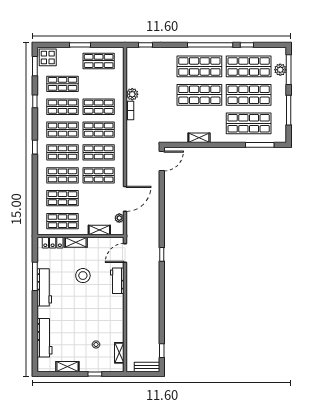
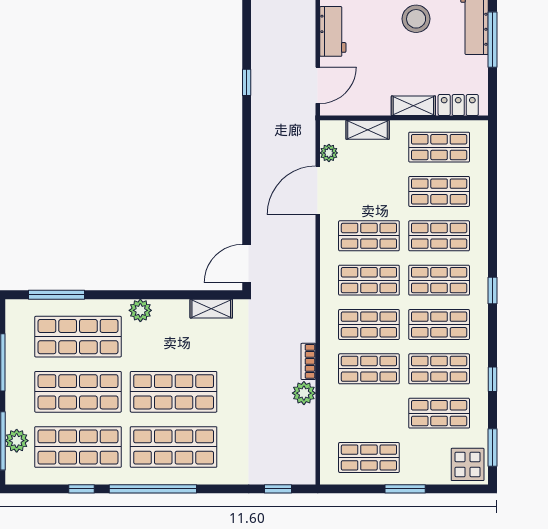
plant: (217, 137) -> (140, 310), added
shelving: (199, 138) -> (211, 309), moved
stool: (83, 276) -> (416, 19), moved

